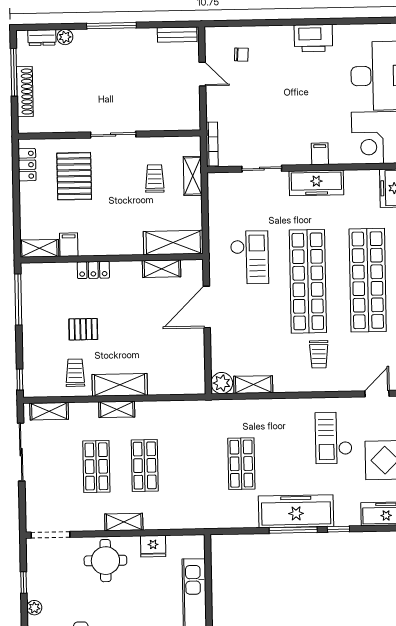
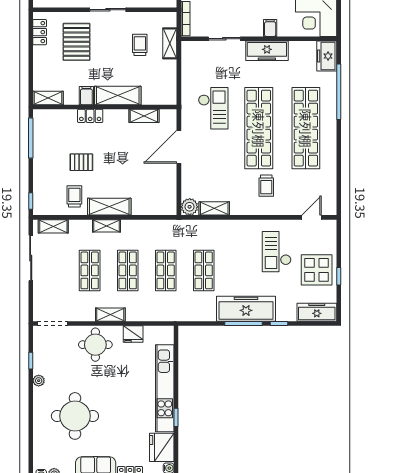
shelving: (173, 243) -> (118, 96), moved
filing cabinet: (69, 245) -> (86, 96), moved
shop shelf: (193, 465) -> (166, 270), added

